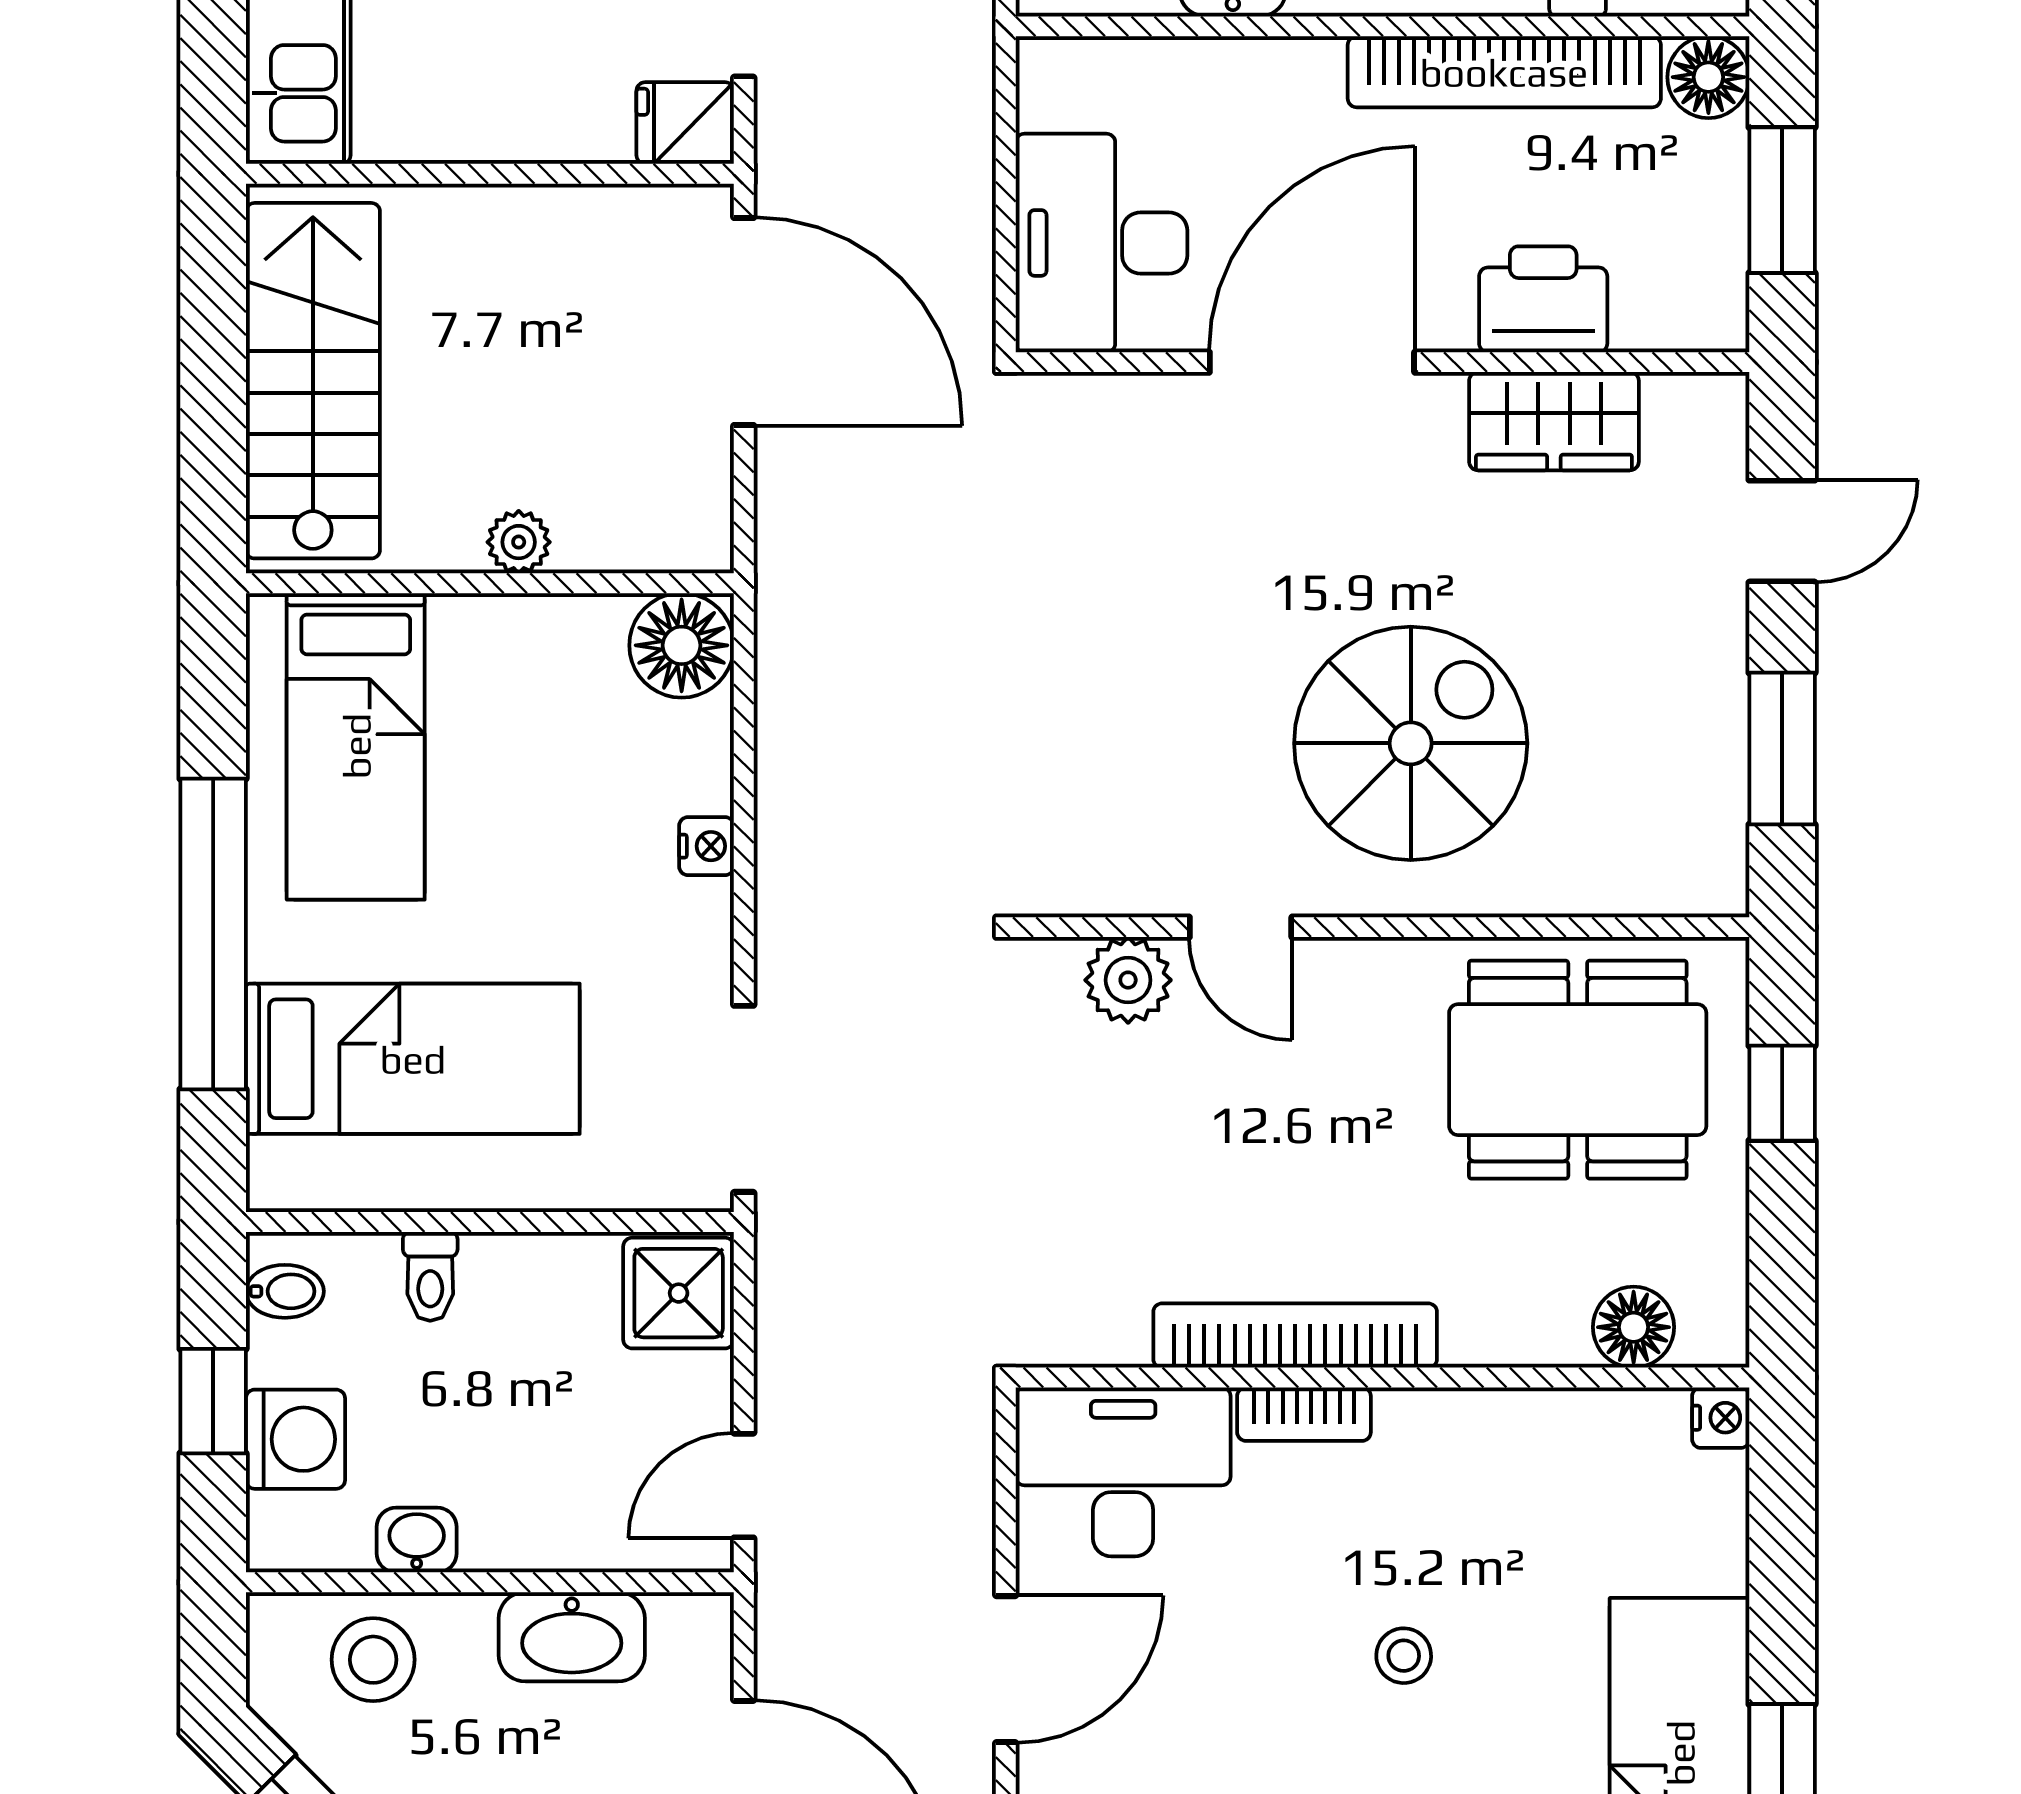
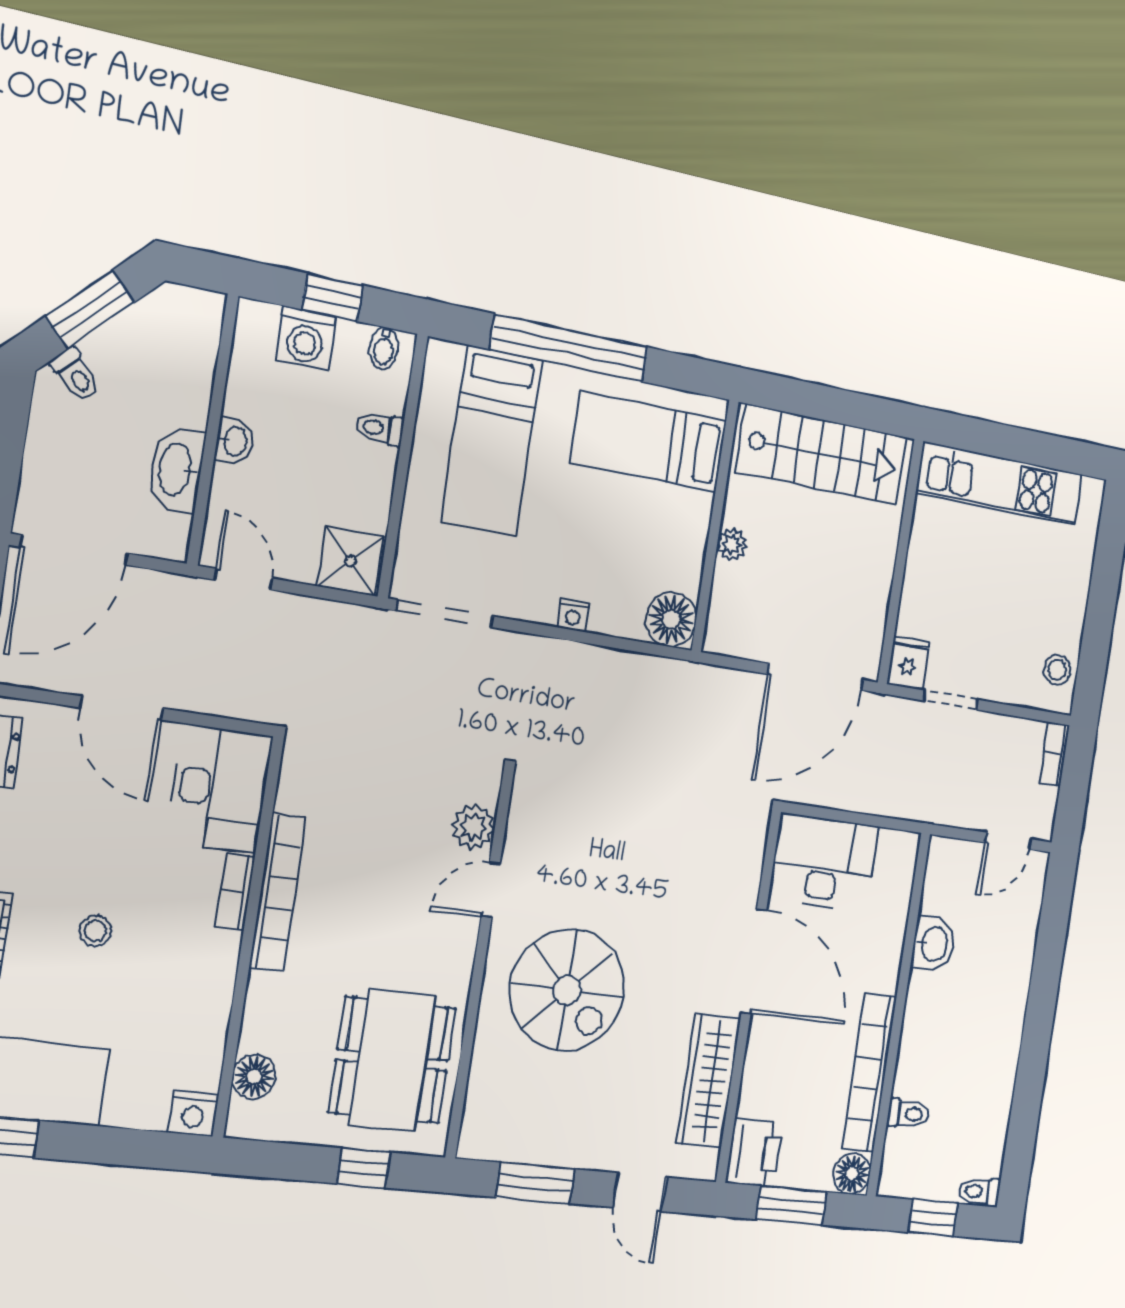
printer: (1543, 299) -> (754, 1153), moved
wardrobe: (1554, 421) -> (708, 1081), width x1.50
nightstand: (1721, 1418) -> (193, 1113), width x1.39, depth x1.35
washbasin: (417, 1540) -> (234, 441), moved
stool: (373, 1660) -> (180, 357), removed

